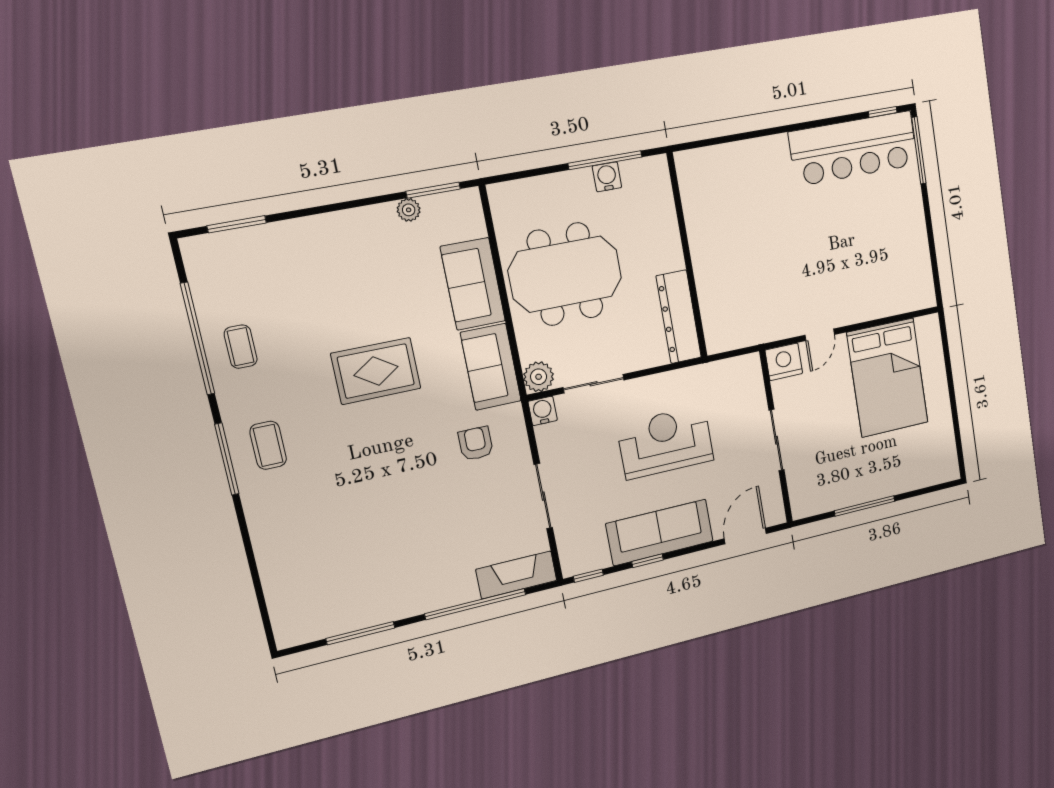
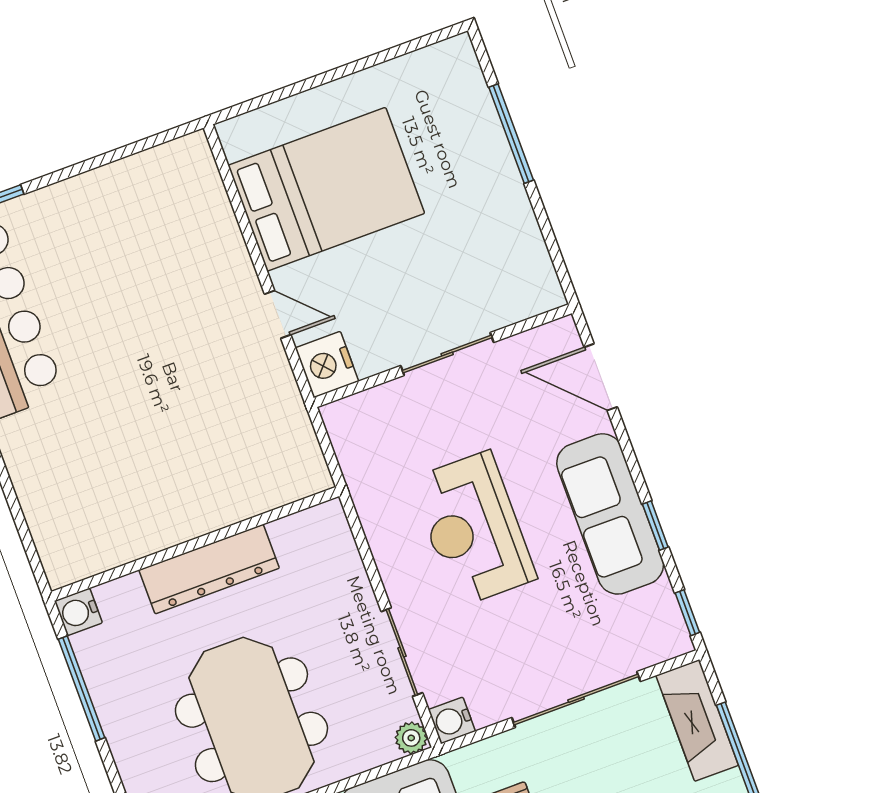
water cooler: (607, 177) -> (78, 612), moved
dresser: (679, 317) -> (209, 569), moved
plant: (539, 377) -> (411, 738), width x0.73, depth x0.73
sliding door: (543, 496) -> (576, 700), width x1.37
window: (865, 506) -> (511, 134), moved

